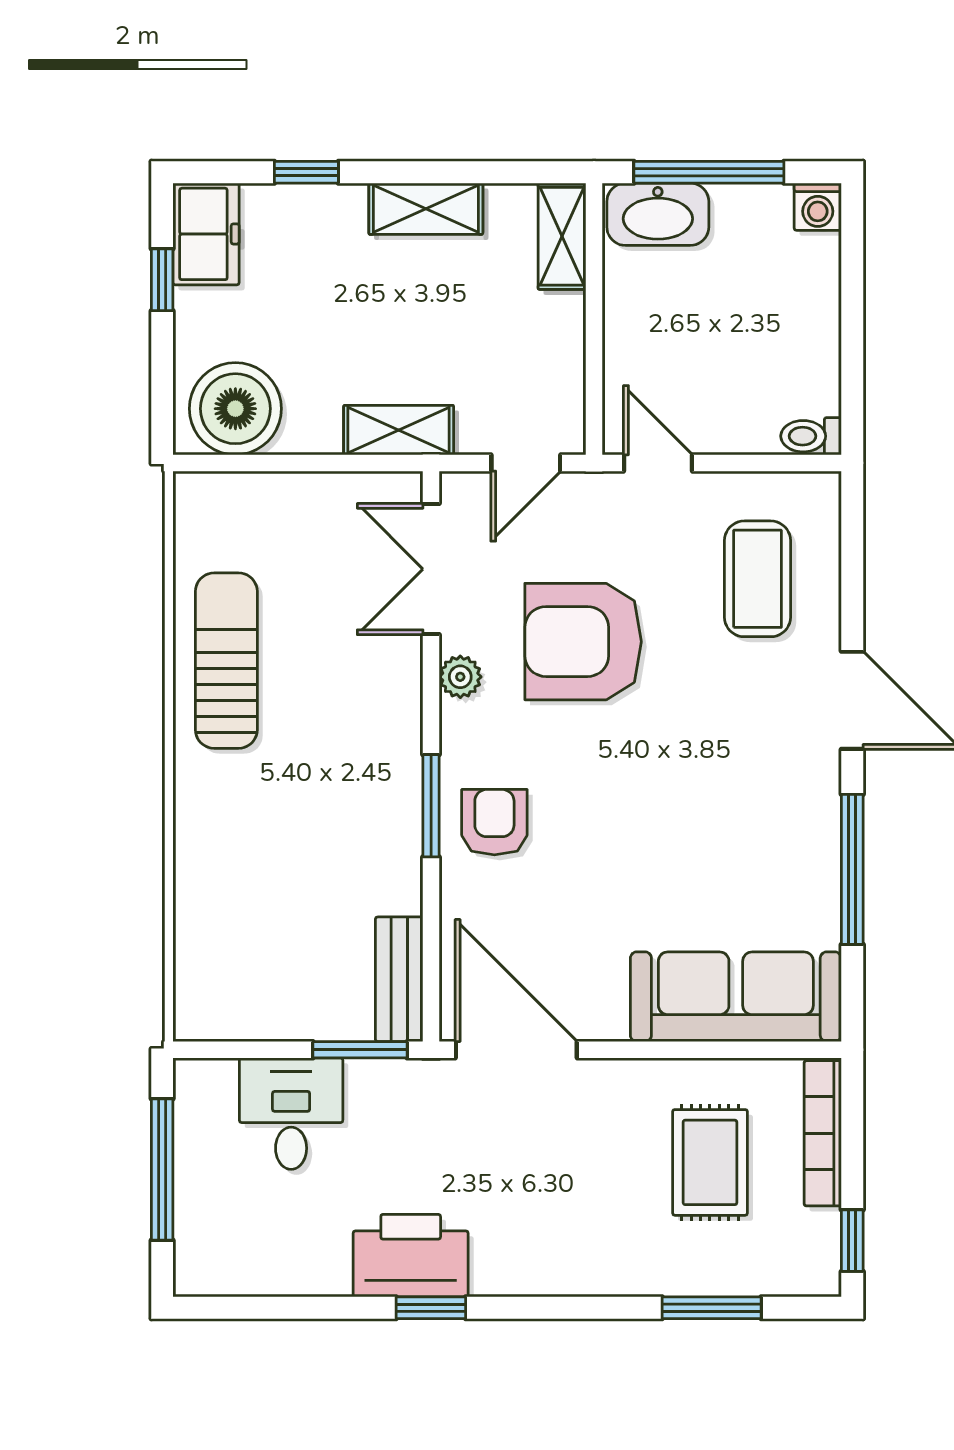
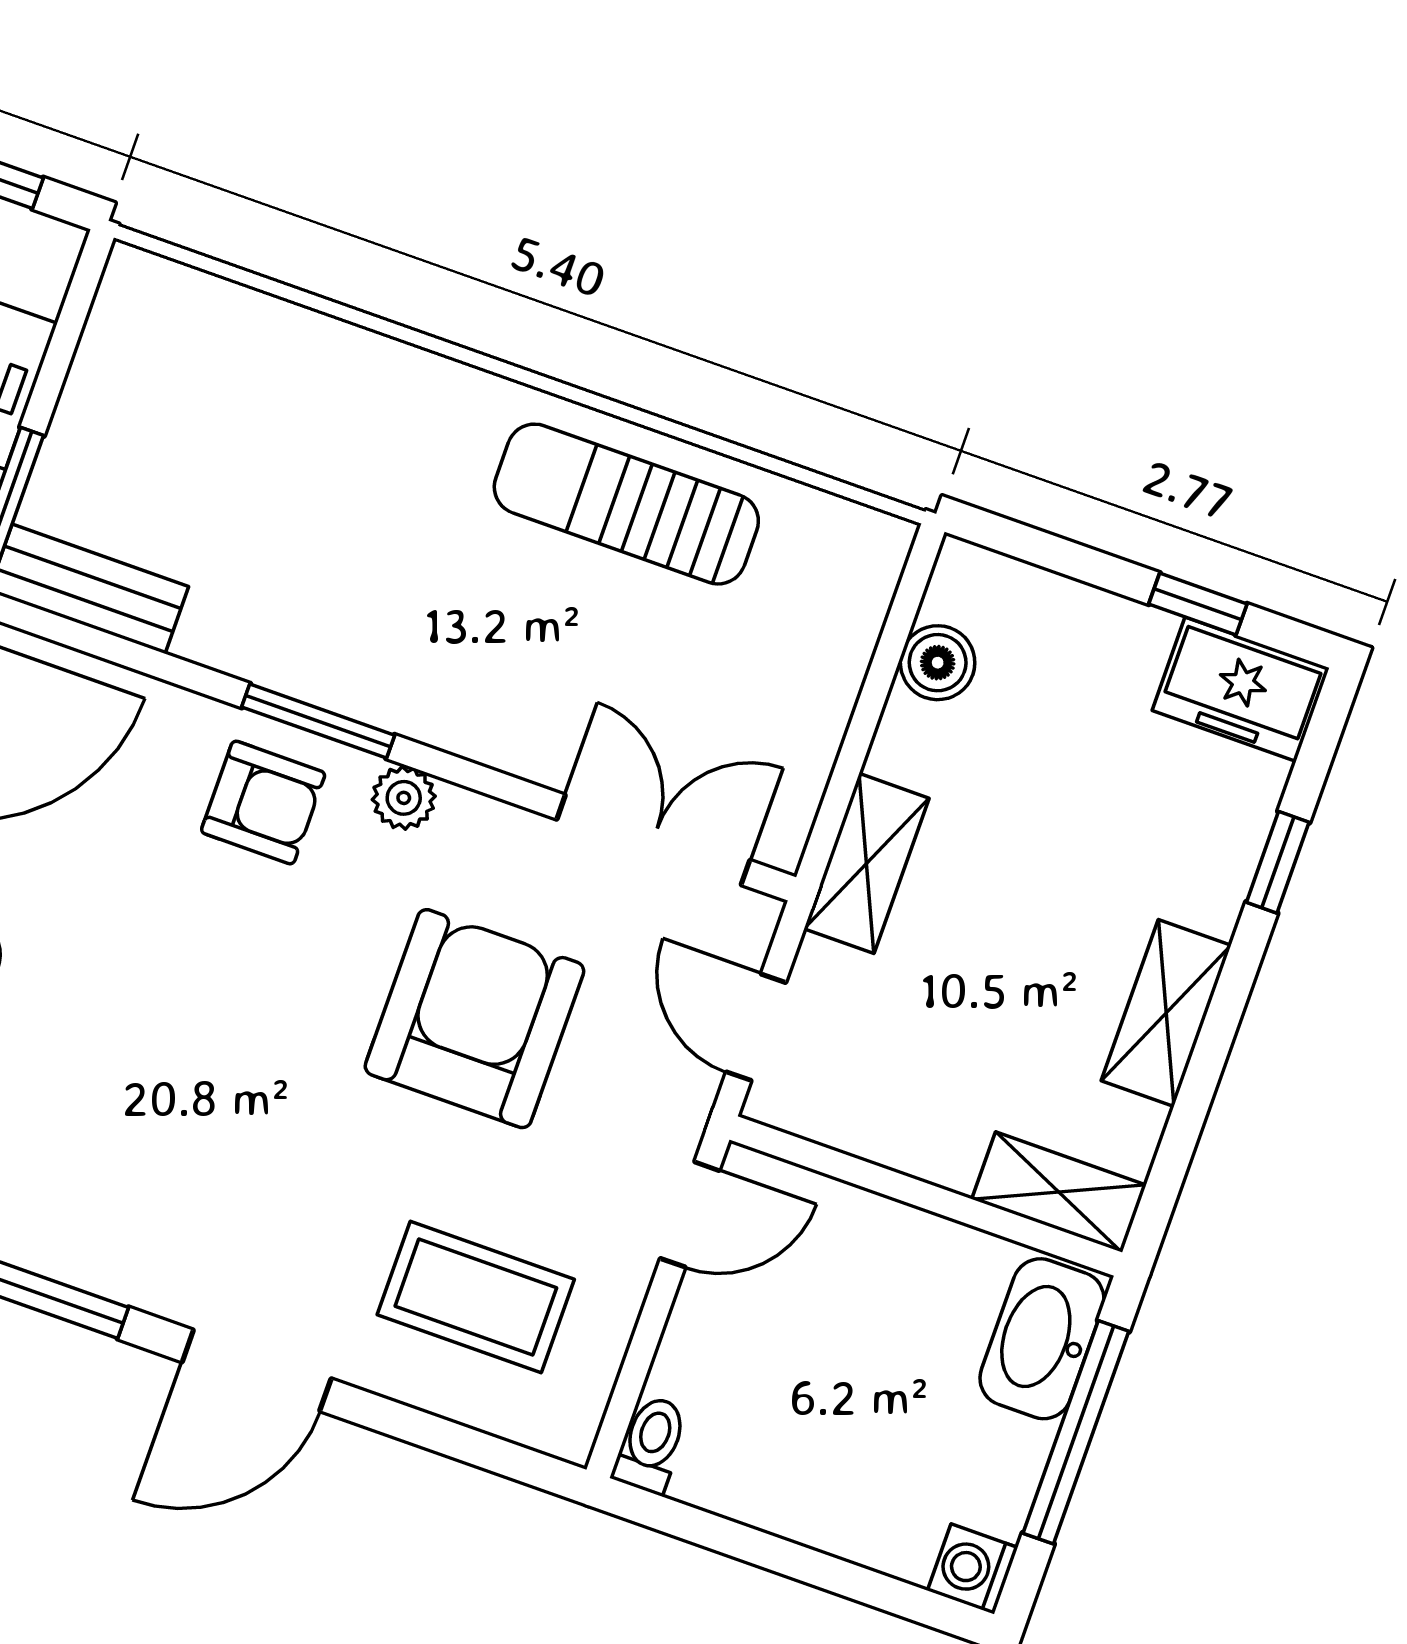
boiler: (235, 409) -> (938, 663), width x0.54, depth x0.54
sun lounger: (226, 661) -> (626, 504), turned 180
plant: (460, 677) -> (404, 798), moved

